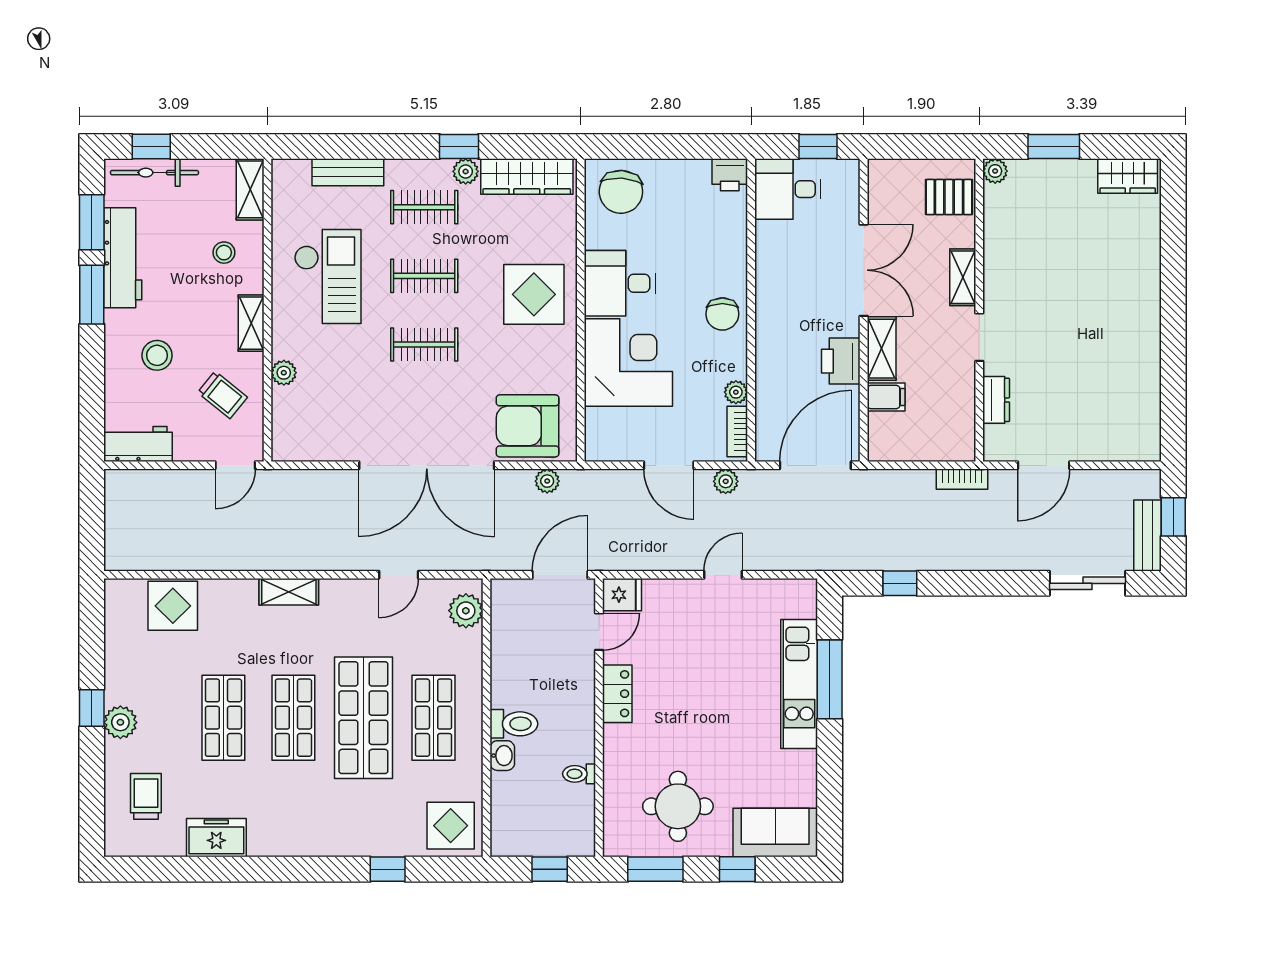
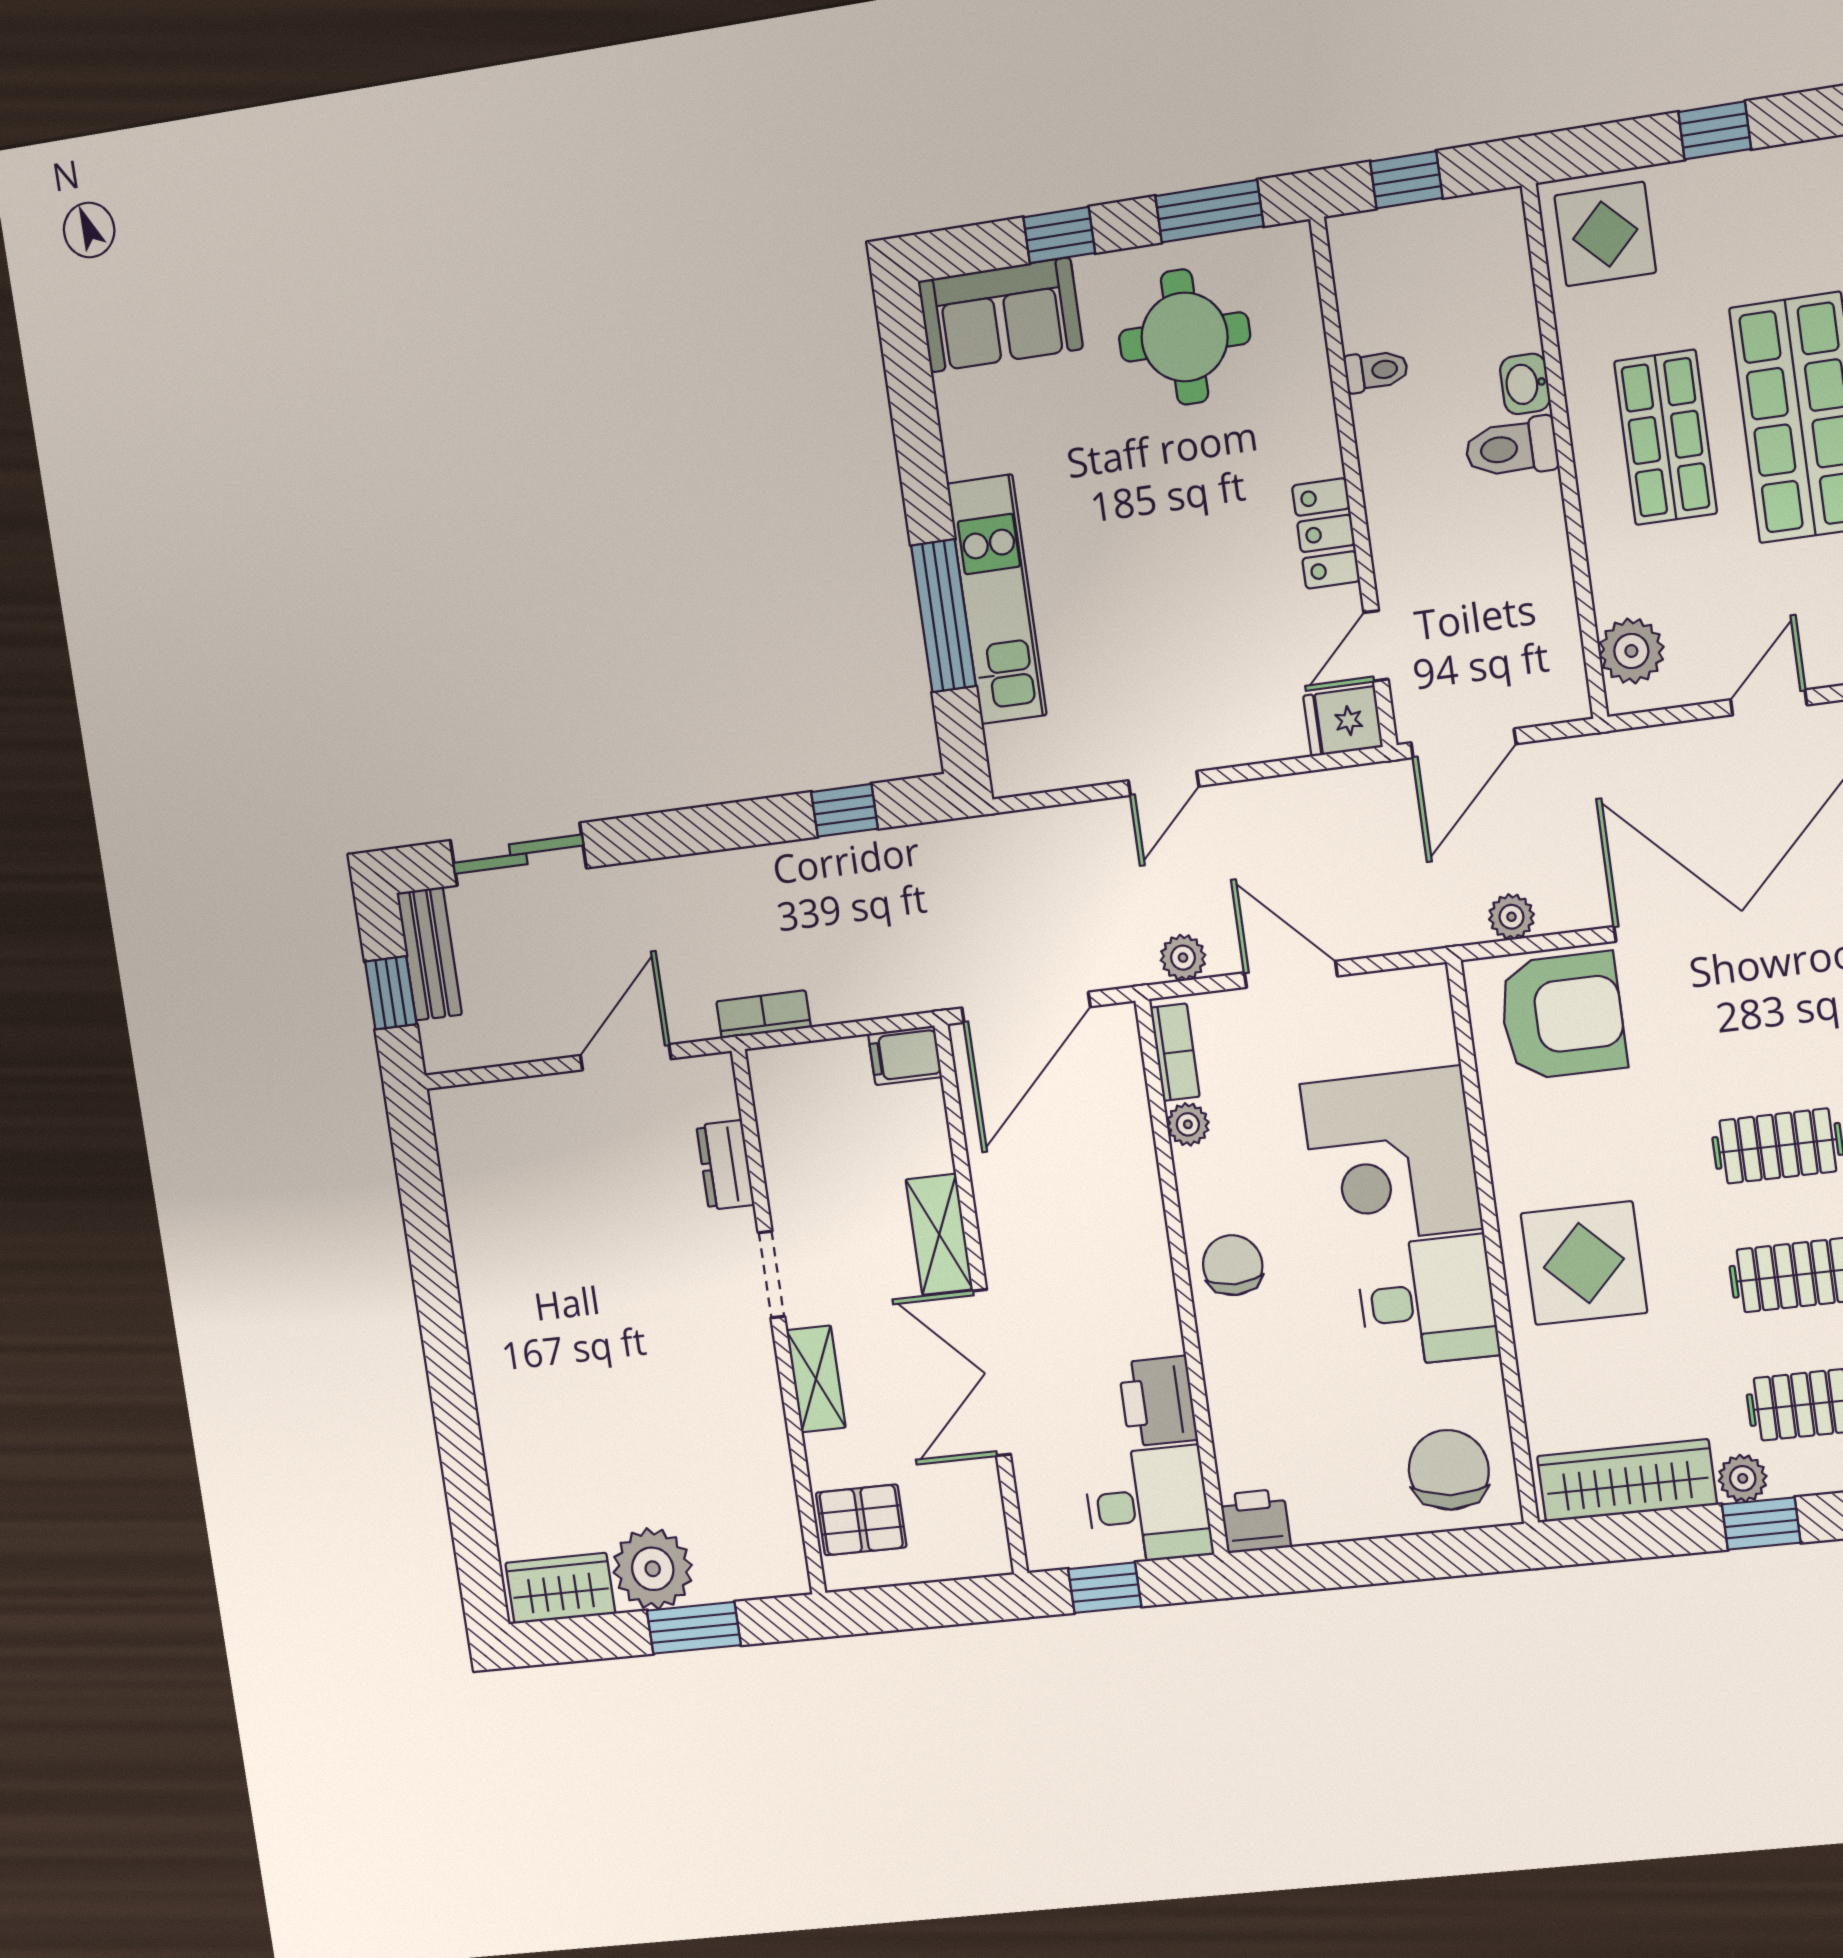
plant: (995, 171) -> (653, 1569), moved, width x1.87, depth x1.87
printer: (841, 361) -> (1158, 1401), moved, turned 180
filing cabinet: (886, 397) -> (905, 1055), moved

